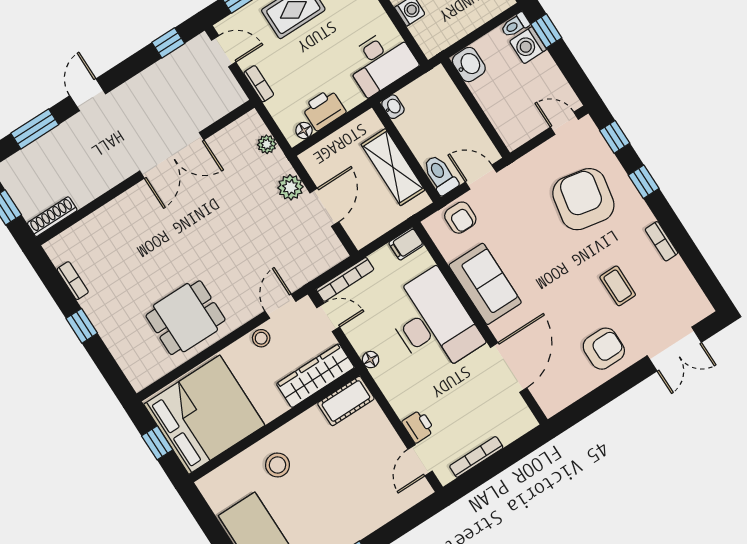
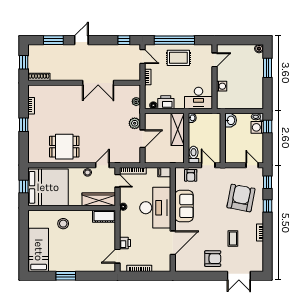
shelving: (393, 167) -> (178, 129), moved

